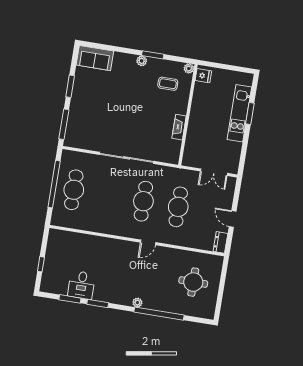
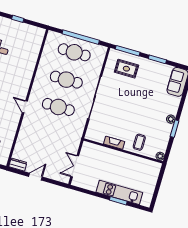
fridge: (203, 76) -> (153, 167), removed
coffee table: (168, 84) -> (139, 142), moved
rug: (86, 123) -> (126, 69), added
cafe table: (178, 207) -> (66, 80), moved

